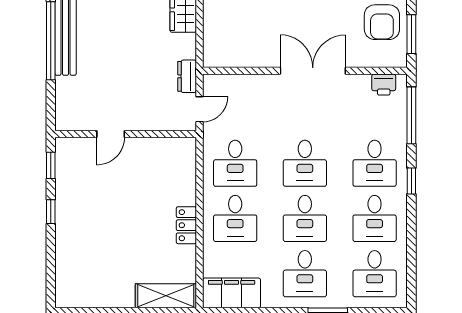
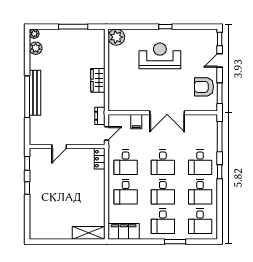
armchair: (382, 22) -> (204, 87), turned 90
double door: (313, 71) -> (167, 113), swing flipped
printer: (384, 85) -> (205, 120), removed
filing cabinet: (255, 87) -> (136, 122), added
locker: (186, 225) -> (100, 159), moved

